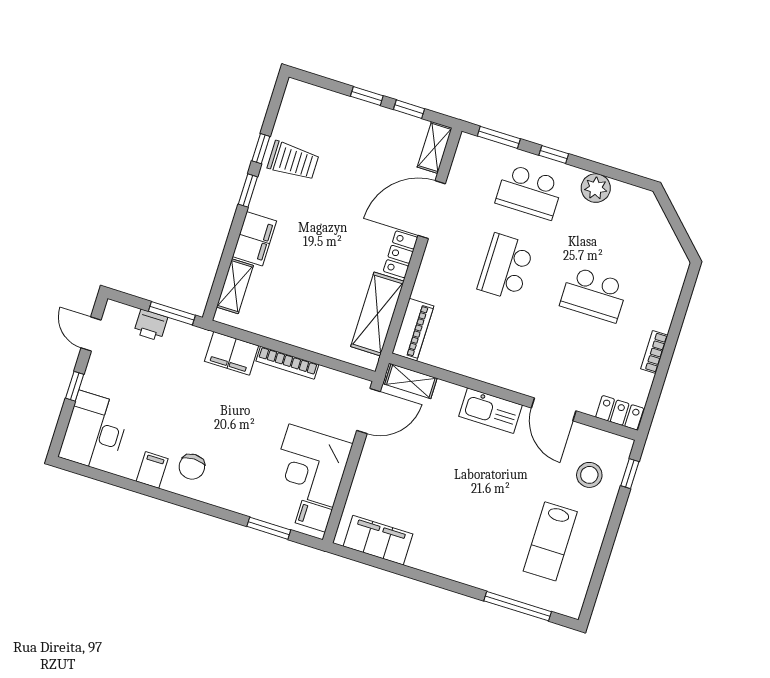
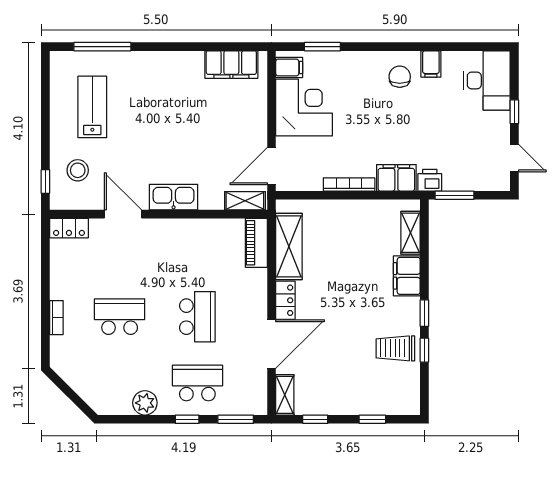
window: (367, 96) -> (372, 419), moved
printer: (151, 325) -> (430, 180), moved
bookcase: (654, 352) -> (56, 318), moved

